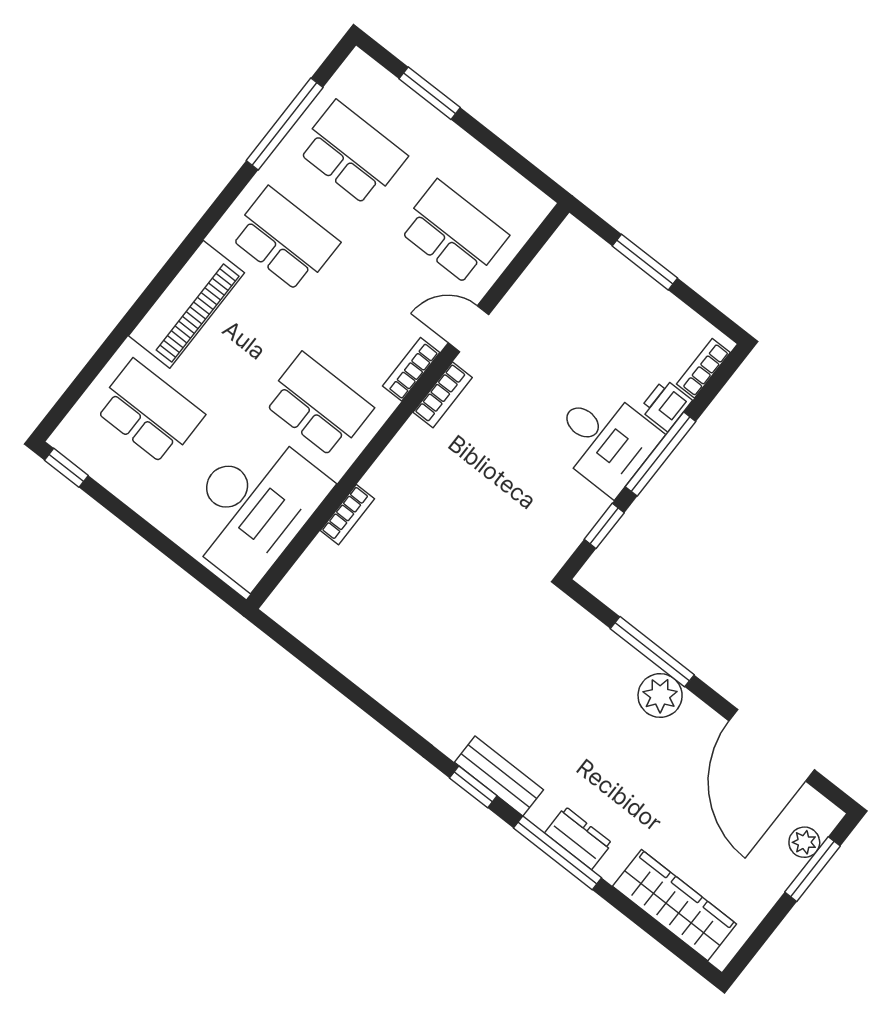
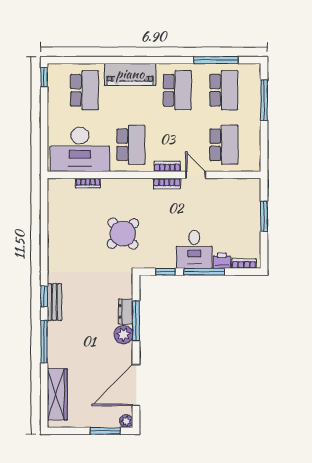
window: (430, 93) -> (264, 100), width x1.44
bookcase: (347, 515) -> (88, 183), moved
round table: (471, 549) -> (123, 234), added
dresser: (578, 838) -> (126, 311), moved, turned 180
plant: (804, 842) -> (126, 421), moved

